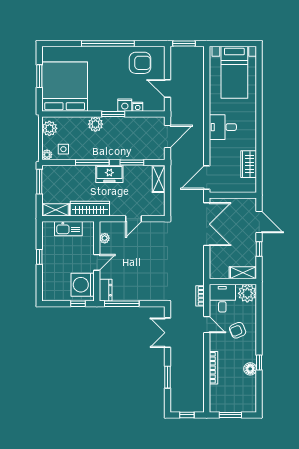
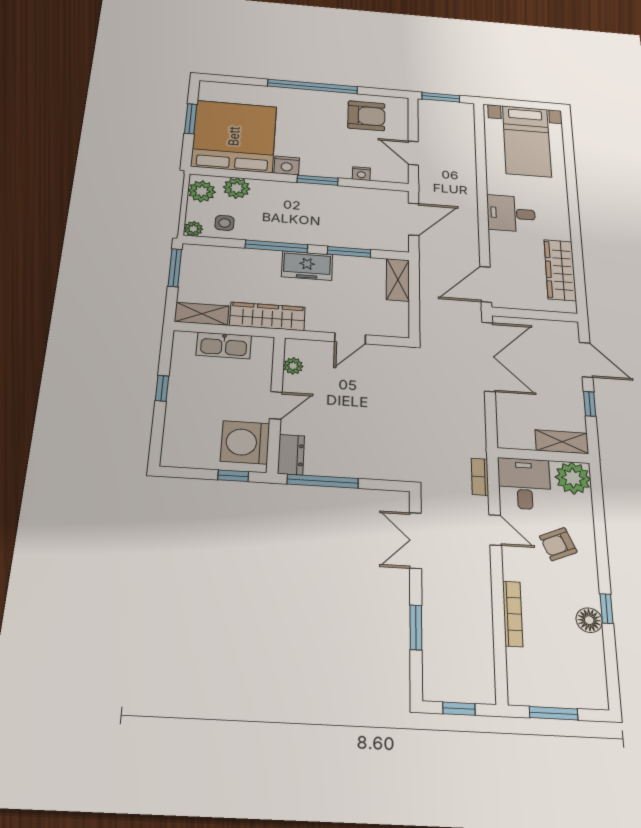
nightstand: (125, 105) -> (287, 165), moved
plant: (95, 124) -> (237, 188), moved
wardrobe: (249, 164) -> (560, 270), width x1.50

